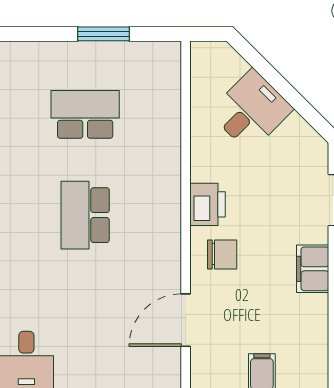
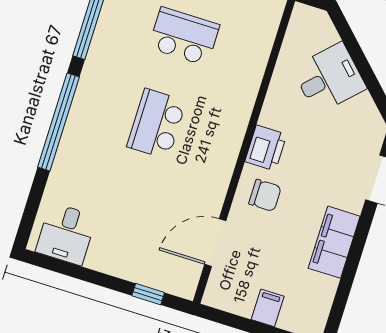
filing cabinet: (313, 269) -> (334, 242), width x1.50, depth x1.17

